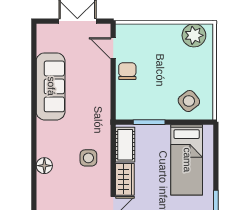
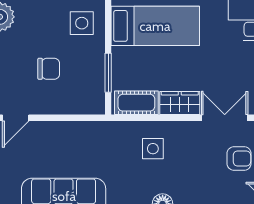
chair: (127, 71) -> (49, 69), moved, turned 180
side table: (189, 101) -> (82, 23), turned 38

